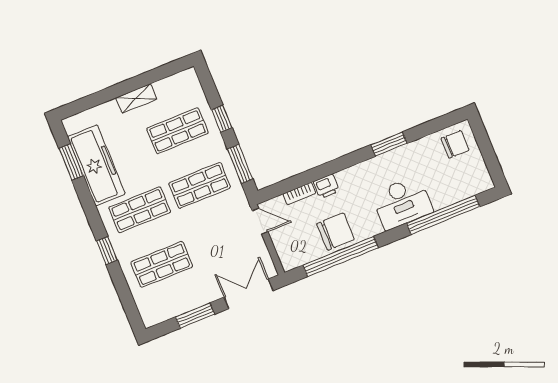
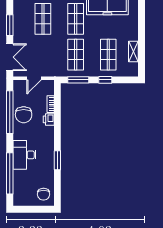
shelving: (136, 98) -> (133, 51), moved
door: (260, 221) -> (34, 78), moved

